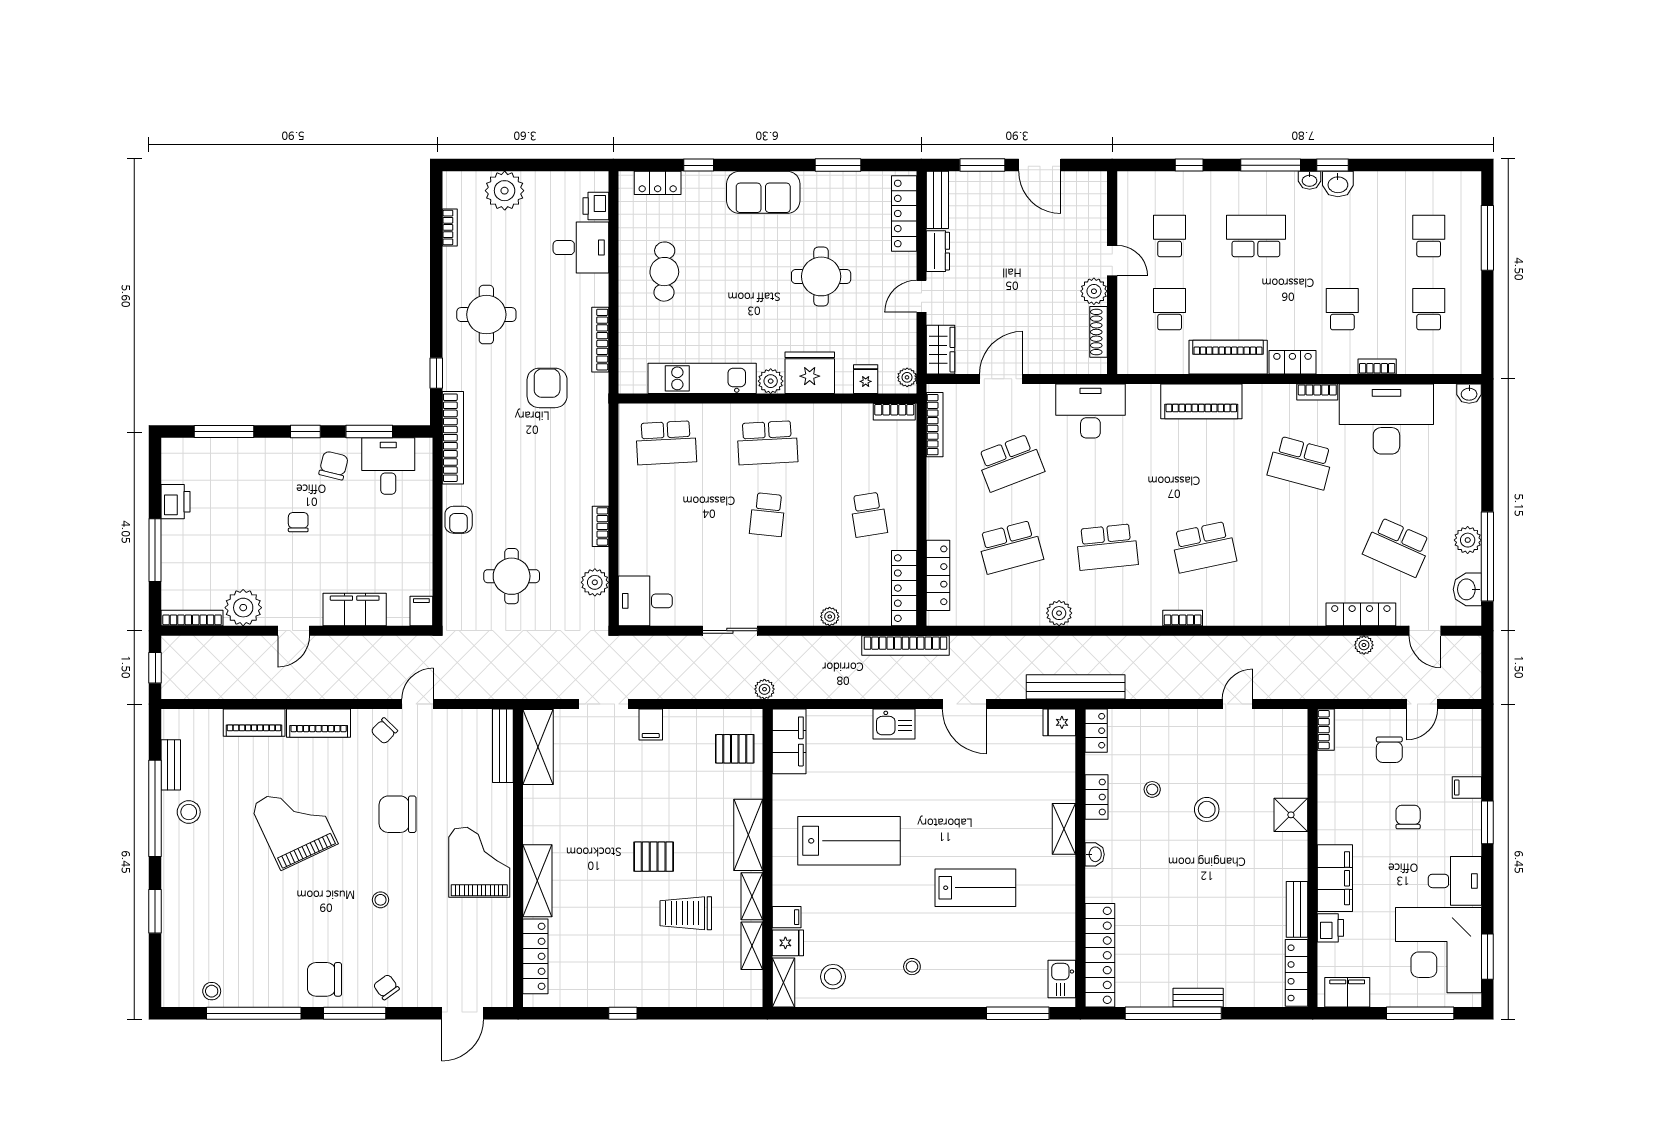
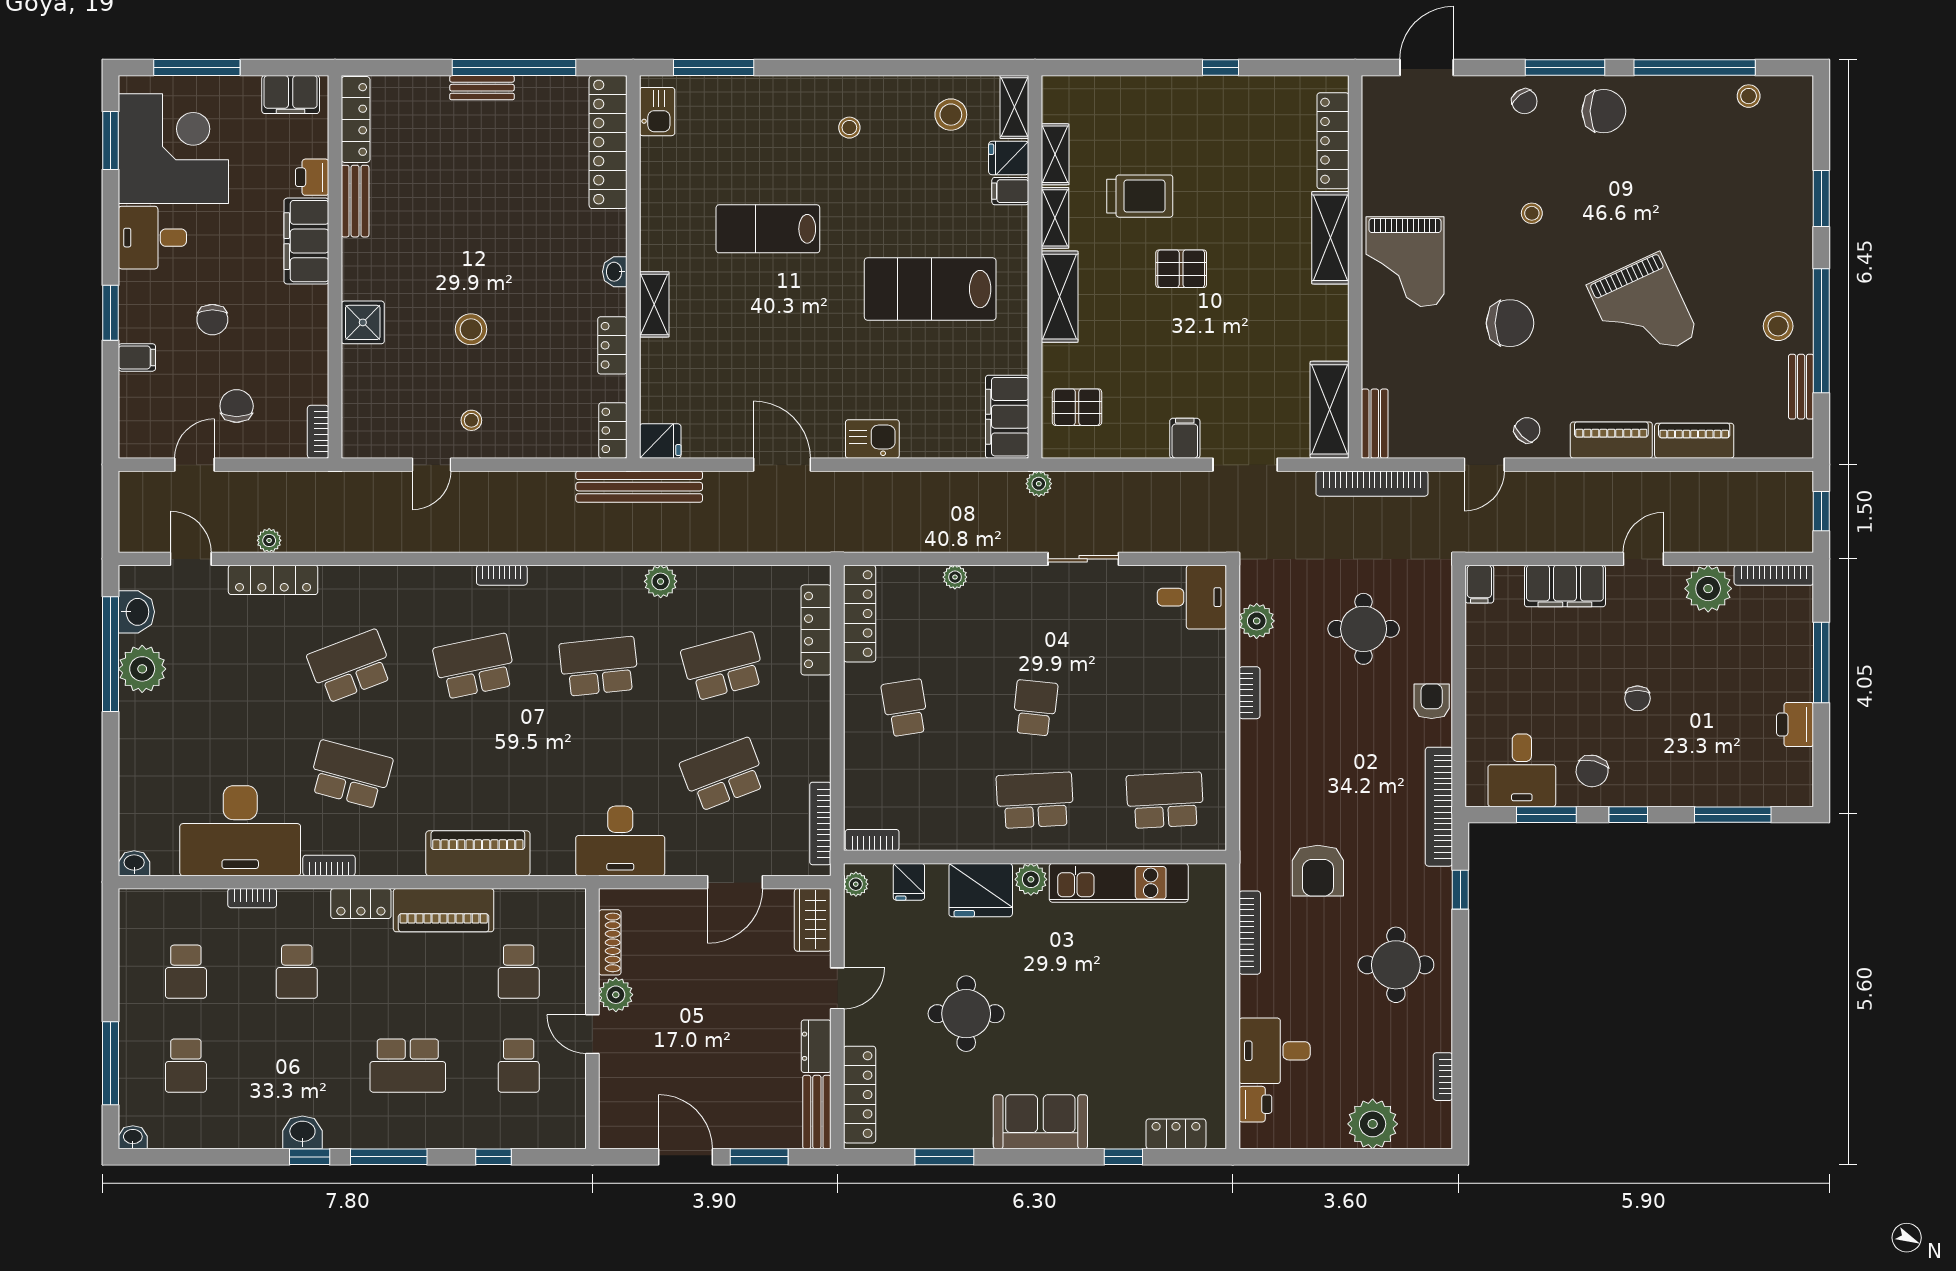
washbasin: (1310, 180) -> (133, 1137), moved
cafe table: (664, 272) -> (1167, 1020), removed
plant: (1468, 540) -> (142, 669), width x1.36, depth x1.36
school desk: (1397, 547) -> (350, 666), moved, turned -45
bookcase: (905, 646) -> (1372, 484), moved, turned 180
bench: (503, 746) -> (1375, 424), width x0.73
stool: (1152, 789) -> (471, 420), moved

